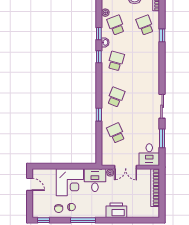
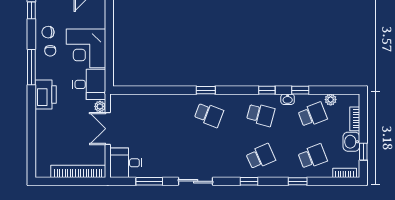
window: (162, 69) -> (249, 181), added
window: (99, 115) -> (206, 90), moved
school desk: (116, 133) -> (261, 157), moved
printer: (116, 210) -> (46, 95), moved

